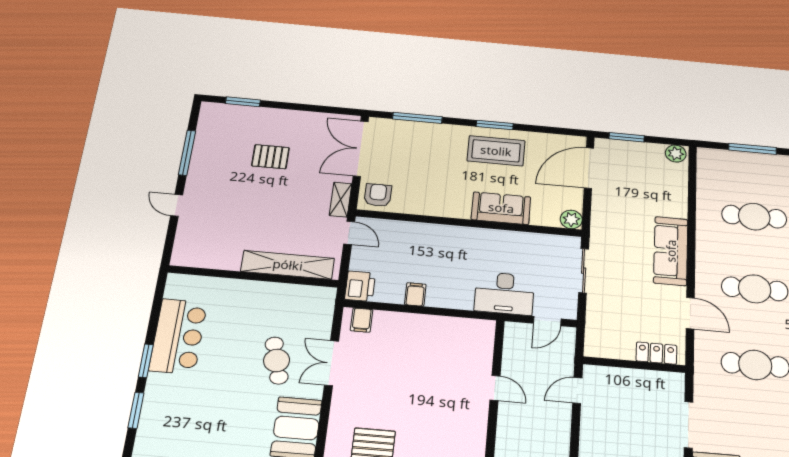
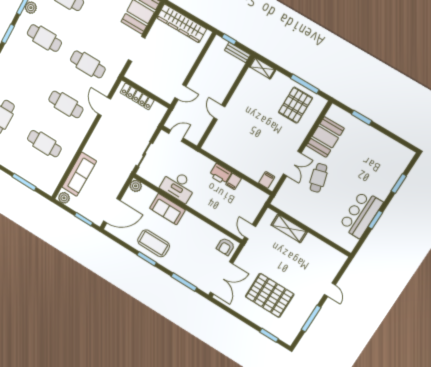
pallet: (270, 157) -> (270, 295), width x2.05, depth x2.00
shelving: (340, 200) -> (246, 253), removed
sofa: (671, 251) -> (79, 174), moved
shelving: (288, 265) -> (289, 228), width x0.68
printer: (360, 286) -> (220, 174), moved, turned -90
desk: (504, 293) -> (178, 186), moved, turned 180
locker: (656, 353) -> (137, 96), width x1.53
window: (146, 361) -> (375, 220), moved

